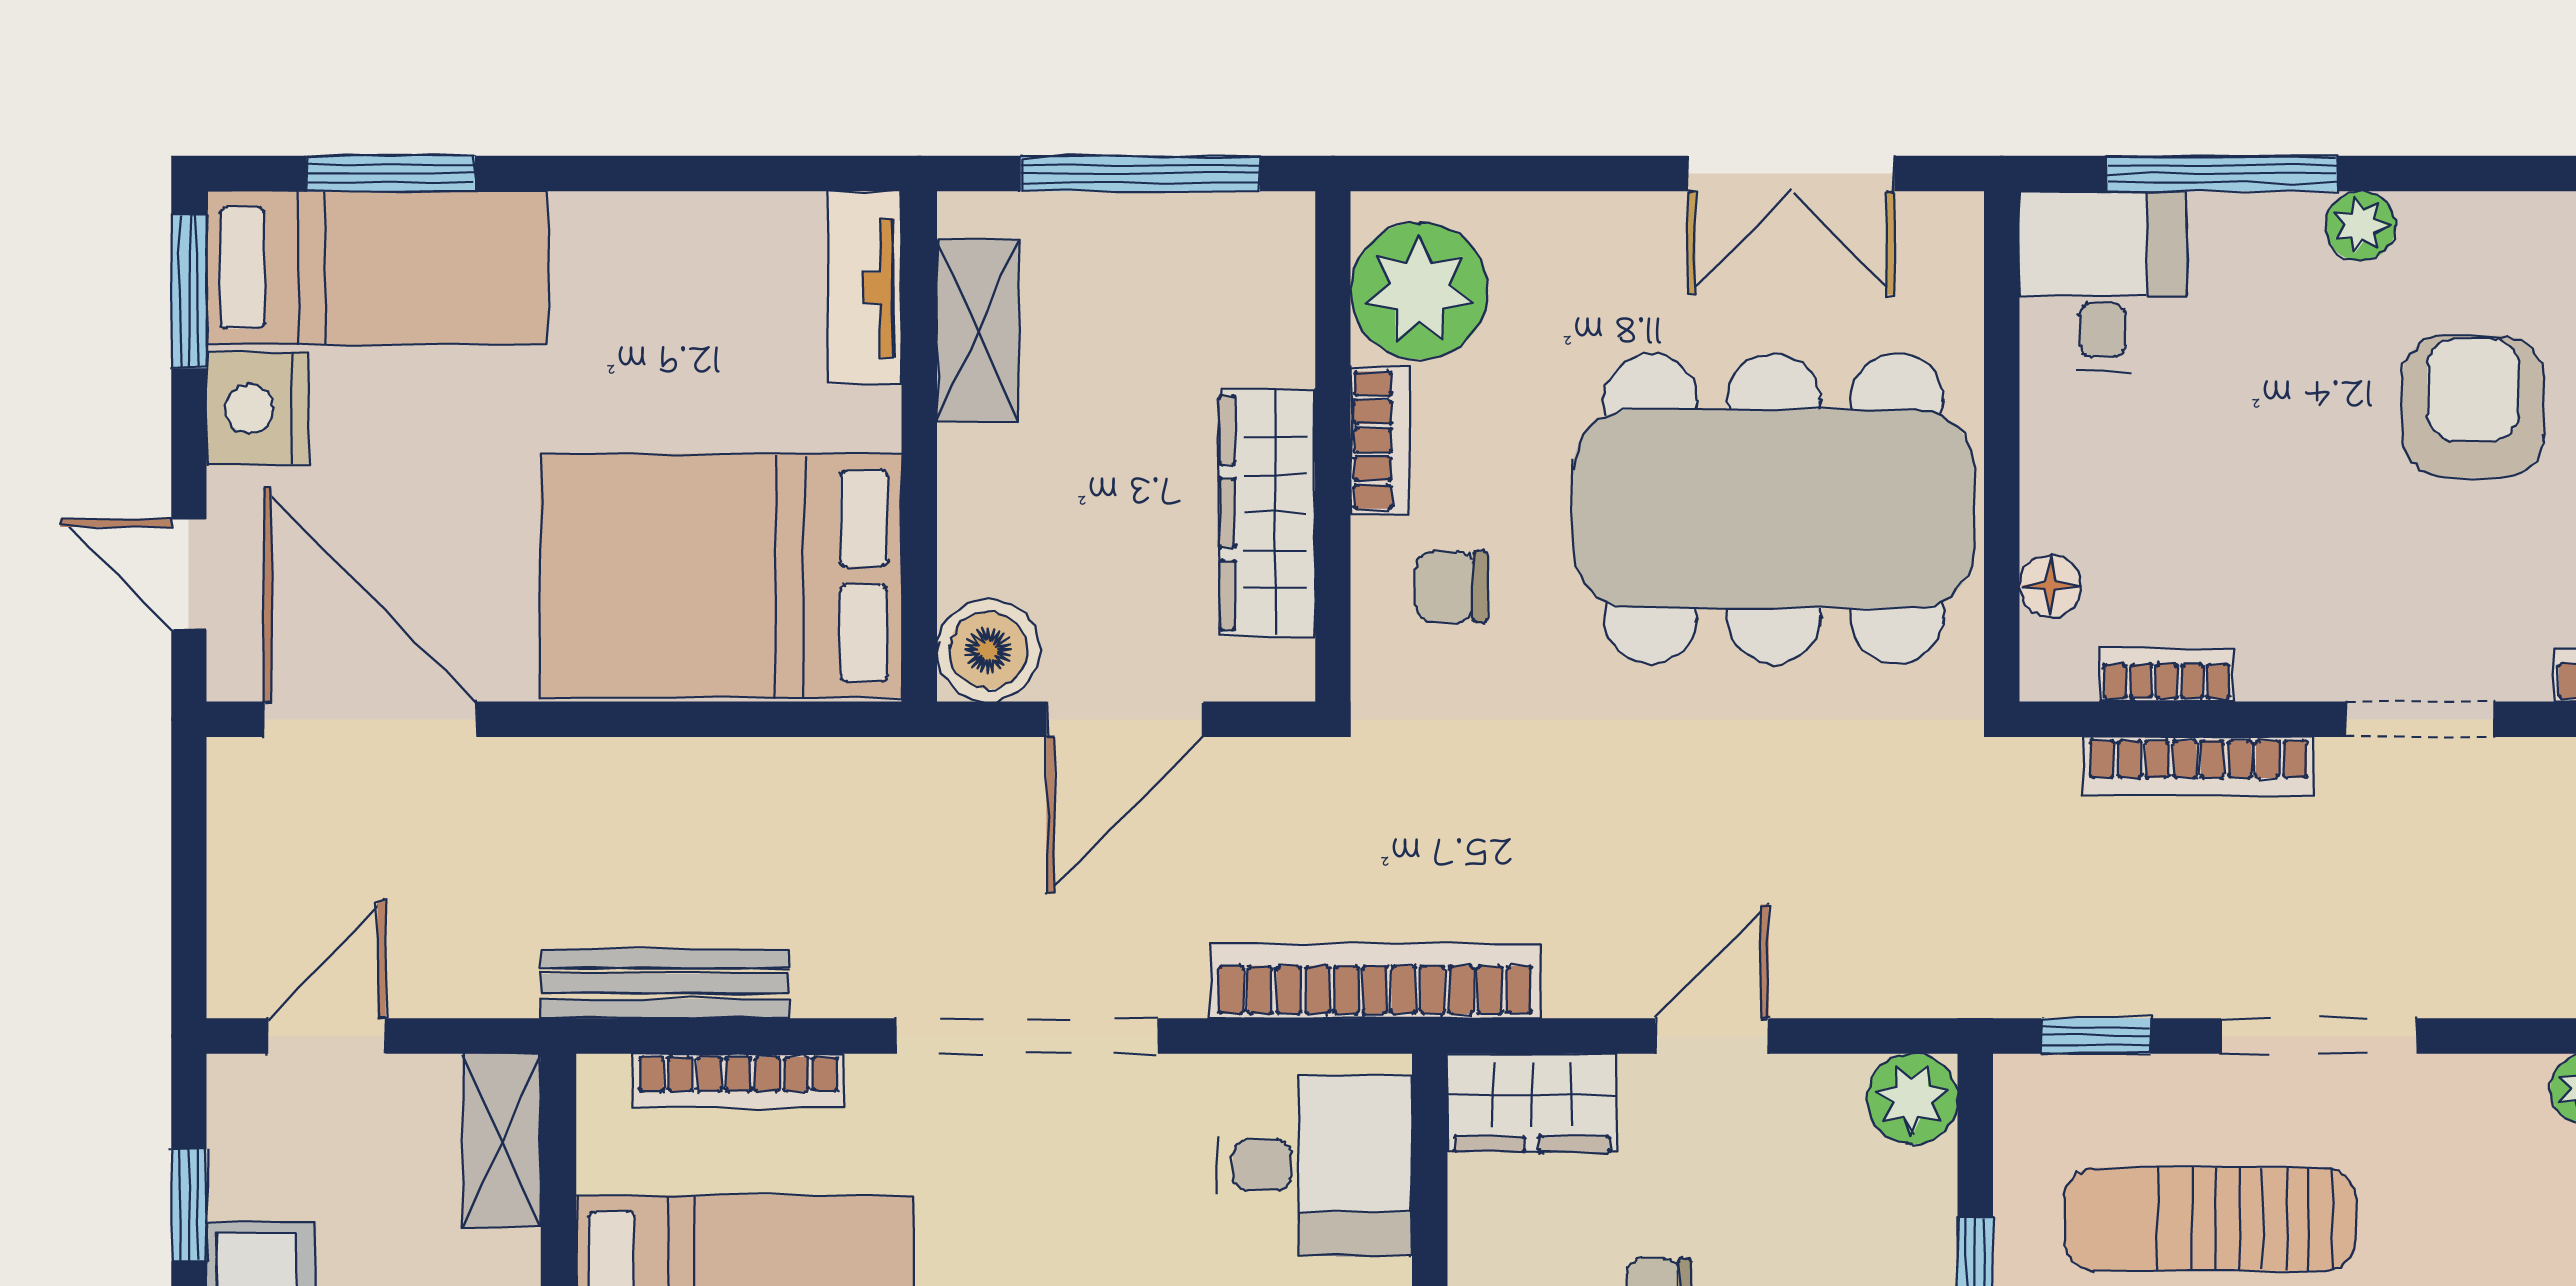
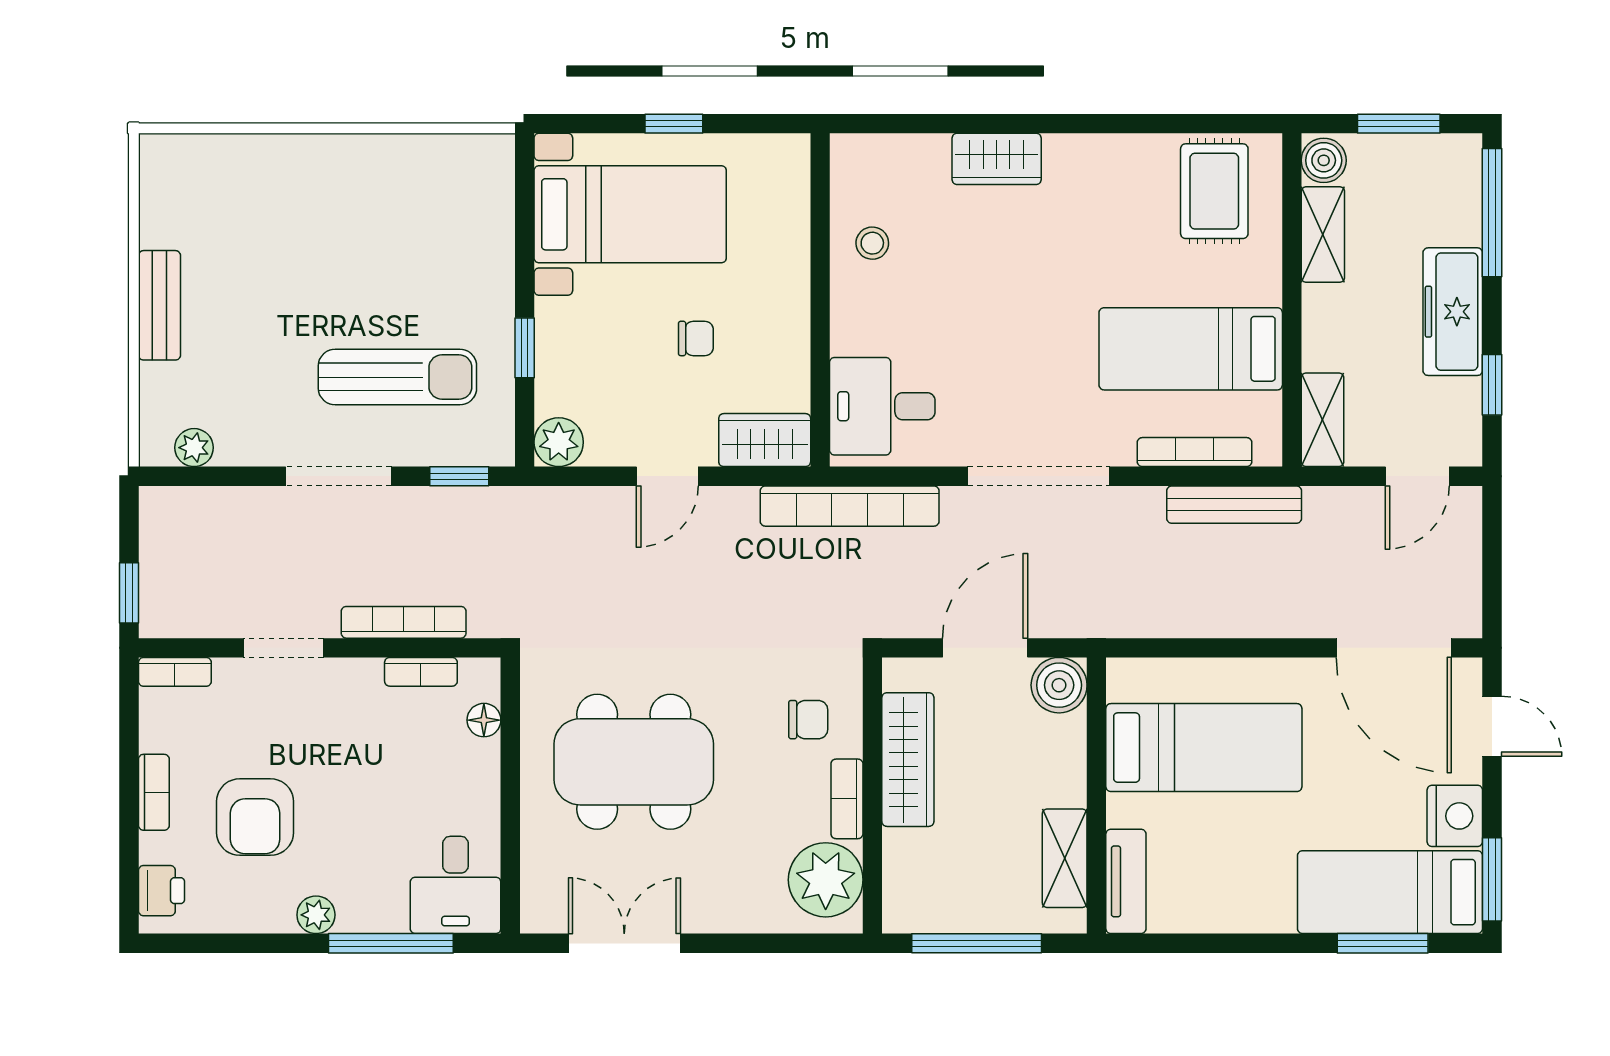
dining table: (1774, 509) -> (634, 762), width x0.73, depth x0.80
bed: (721, 576) -> (1204, 748), width x0.67

